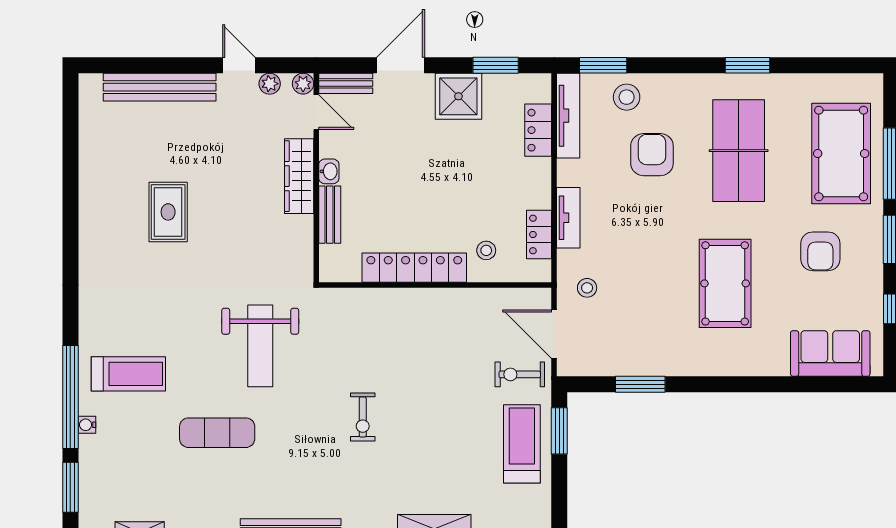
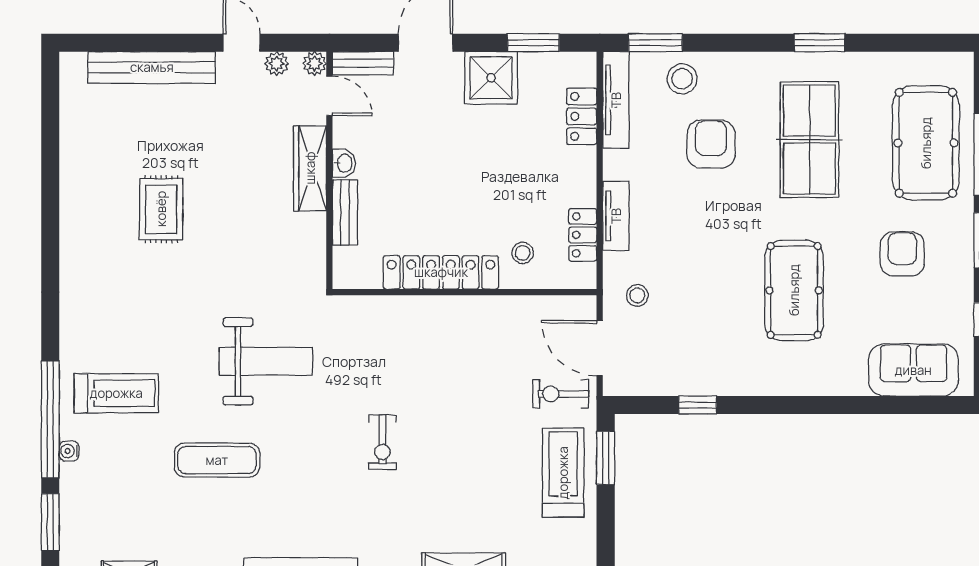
armchair: (820, 251) -> (902, 254), turned 180
weight bench: (260, 346) -> (266, 361), turned -90
window: (640, 384) -> (698, 405), width x0.67

